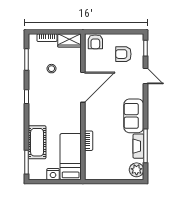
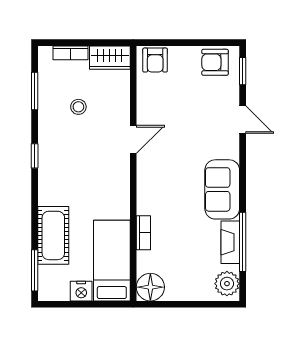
armchair: (123, 54) -> (215, 62), moved
door: (83, 87) -> (133, 139), width x0.53
floor lamp: (93, 172) -> (150, 287), added

